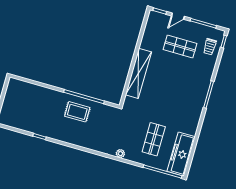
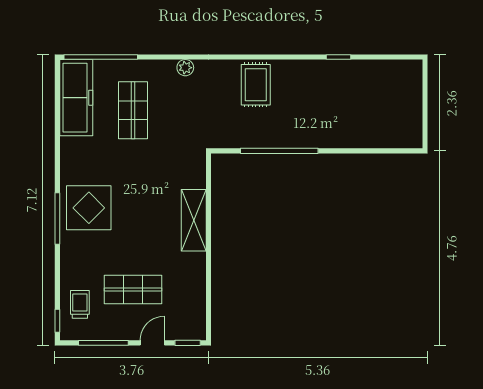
shelving: (138, 73) -> (194, 220), width x0.68
display table: (191, 95) -> (89, 208), added
rug: (77, 112) -> (256, 85), moved, turned 90

